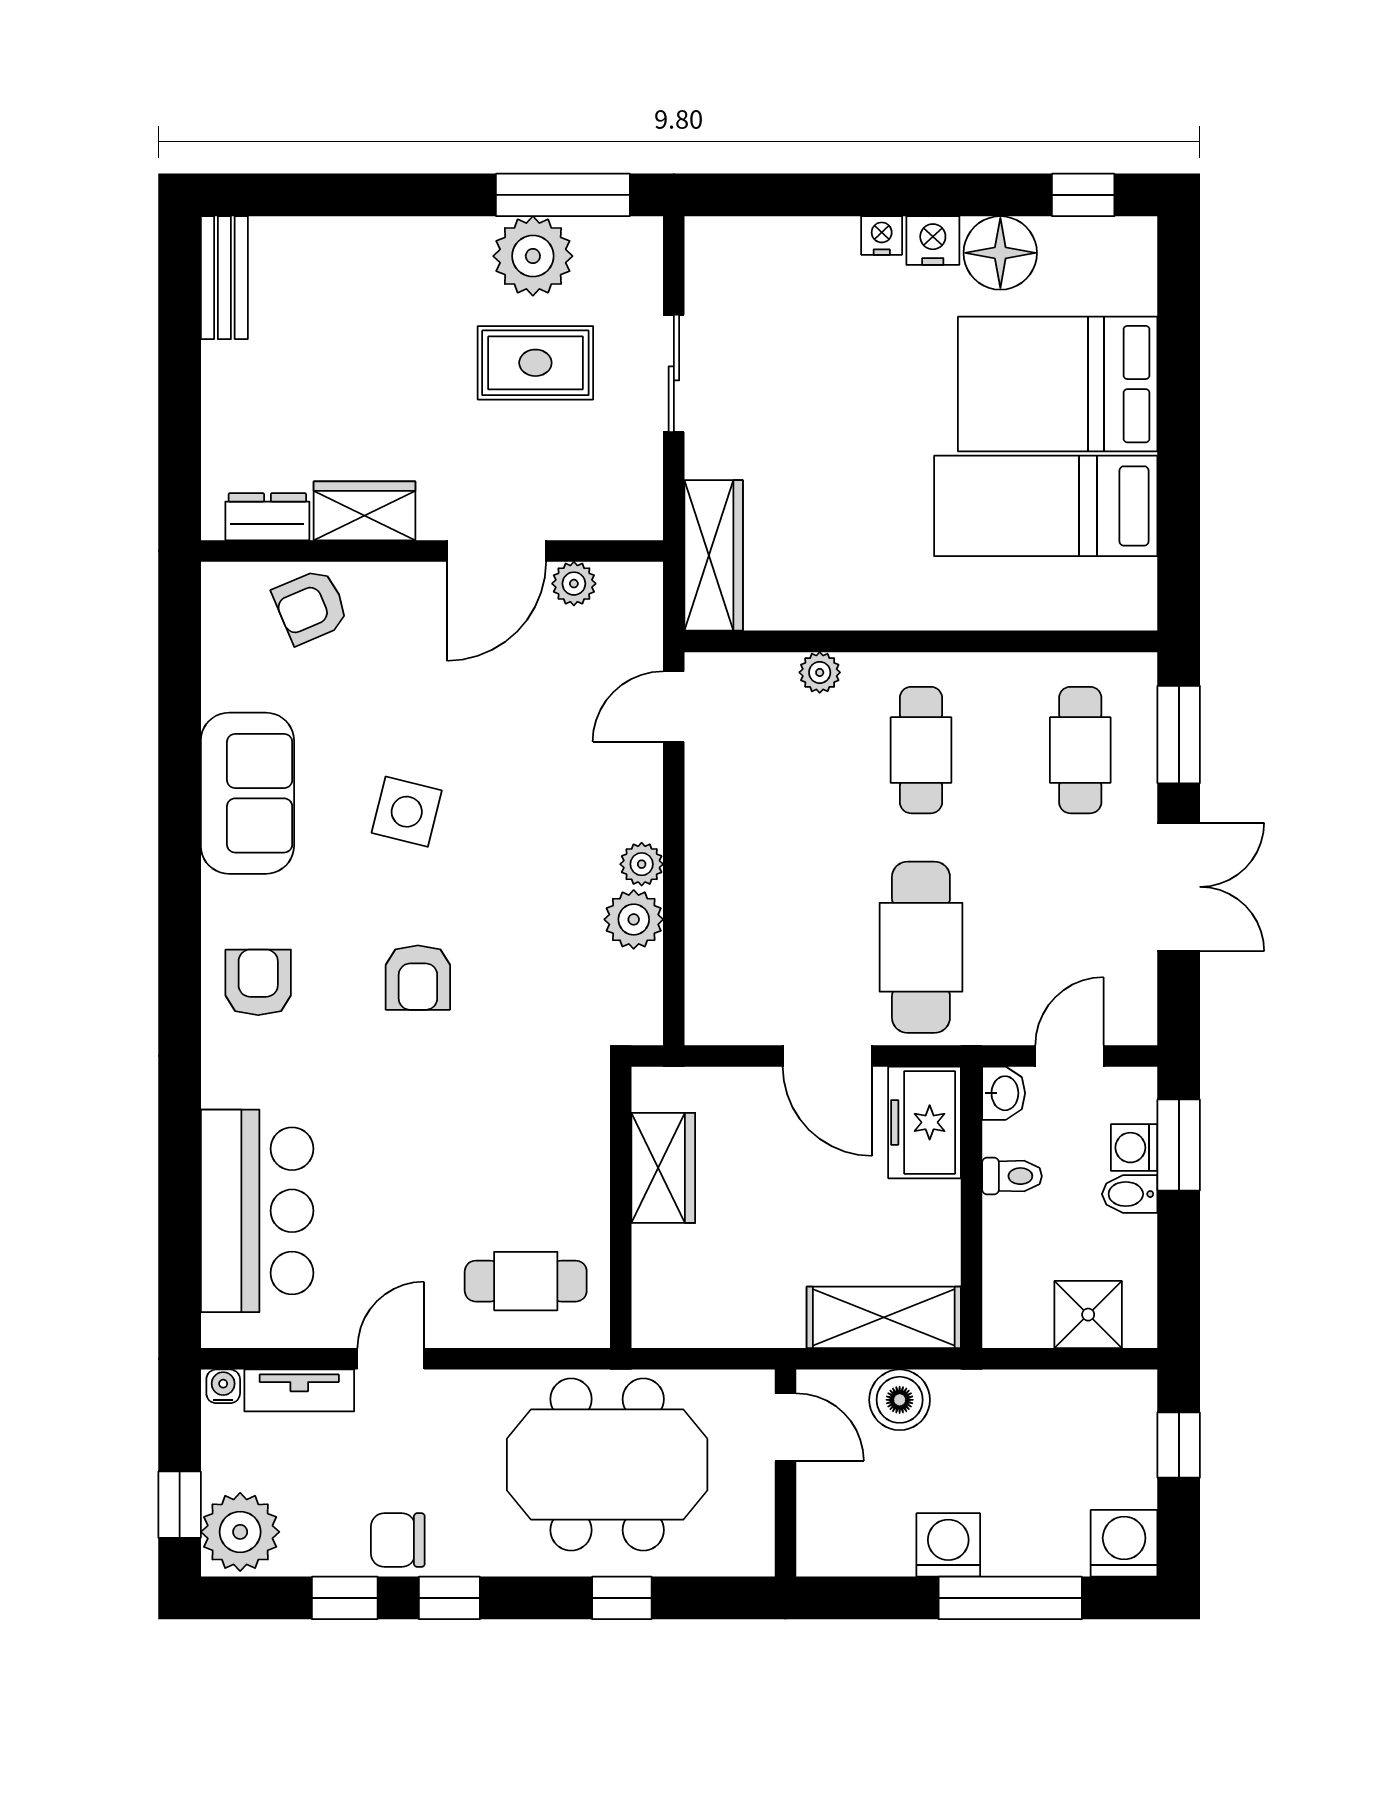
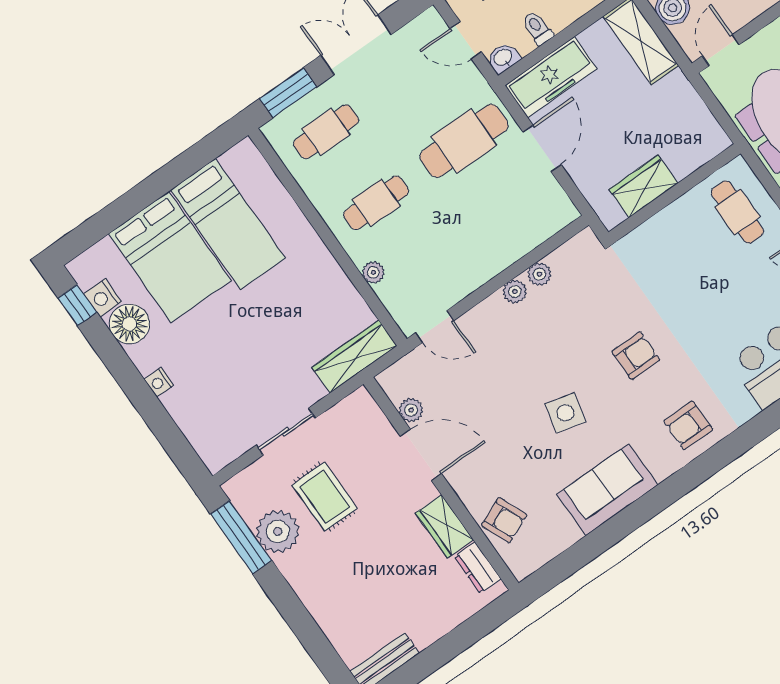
nightstand: (933, 241) -> (103, 298), moved
plant: (634, 919) -> (540, 274), width x0.73, depth x0.73
freezer: (924, 1122) -> (551, 77), width x1.40

